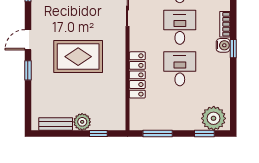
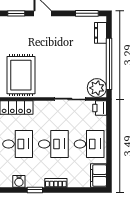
water cooler: (223, 45) -> (19, 181), moved
rug: (78, 57) -> (21, 75), moved

